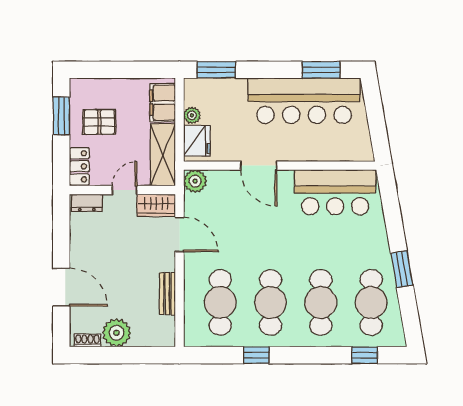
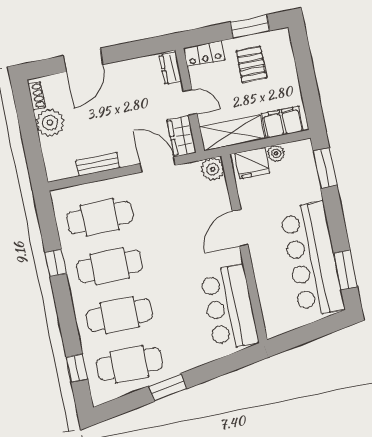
door: (179, 234) -> (158, 165), swing flipped

